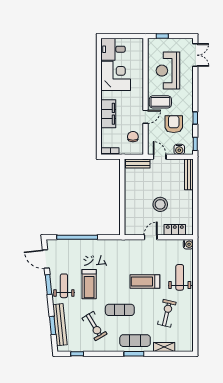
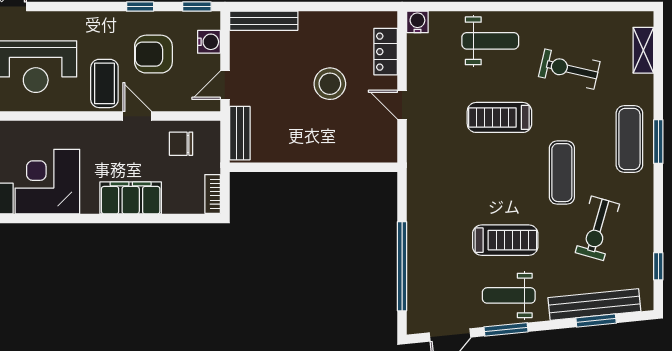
weight bench: (180, 277) -> (490, 41), turned 180
treadmill: (145, 282) -> (499, 117), turned 90
exercise bike: (94, 326) -> (597, 228), turned 137
shelving: (164, 347) -> (643, 50), moved

